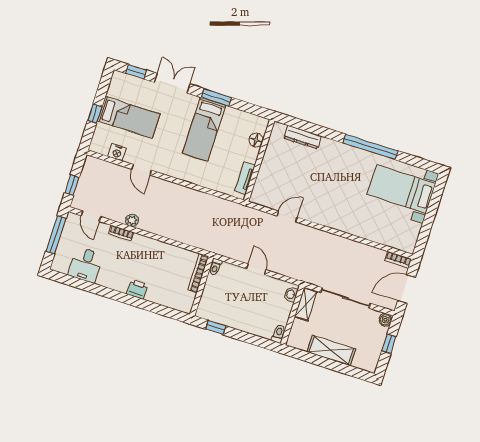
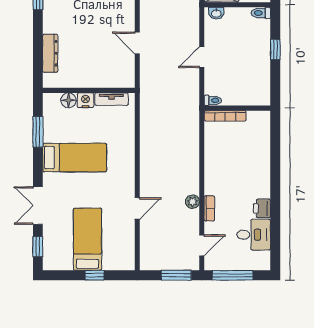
window: (216, 97) -> (38, 132), moved
nightstand: (117, 152) -> (85, 100), moved, turned -90
window: (72, 185) -> (176, 275), width x1.50
printer: (137, 289) -> (262, 208), moved
window: (216, 327) -> (275, 50), moved

